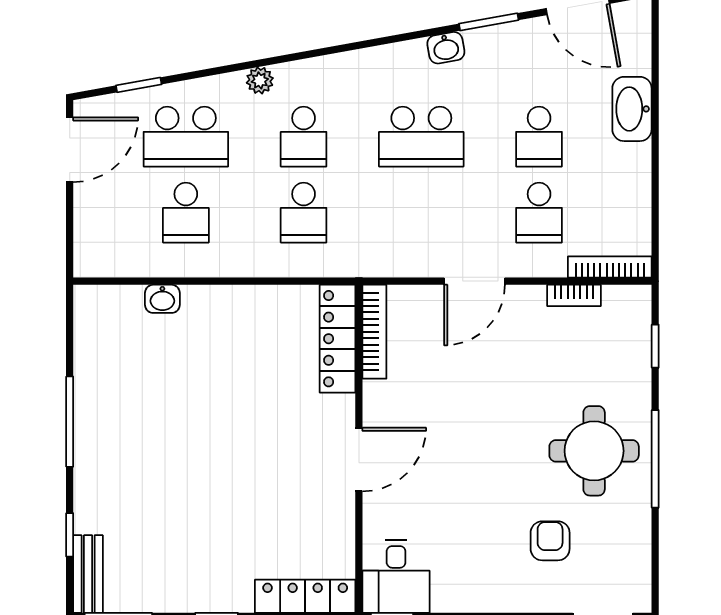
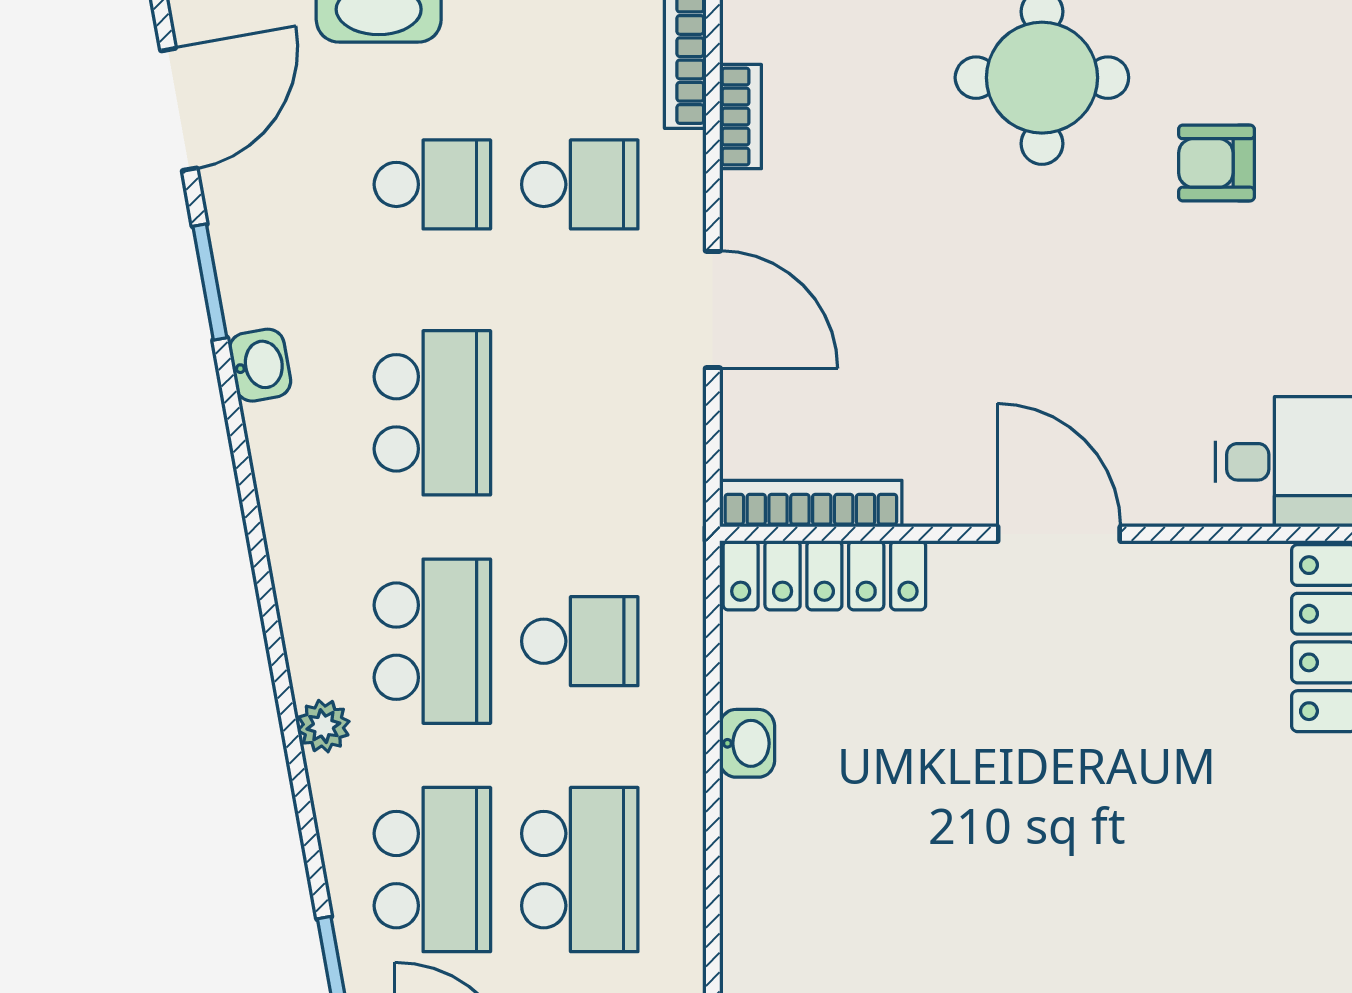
school desk: (304, 137) -> (432, 641), width x1.85
school desk: (186, 213) -> (580, 870), width x1.85
washbasin: (162, 299) -> (747, 743), moved

